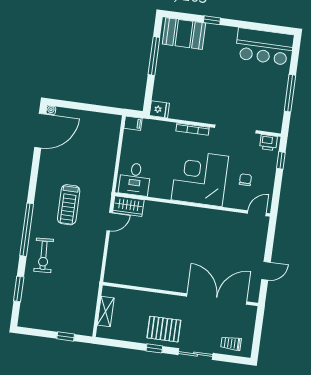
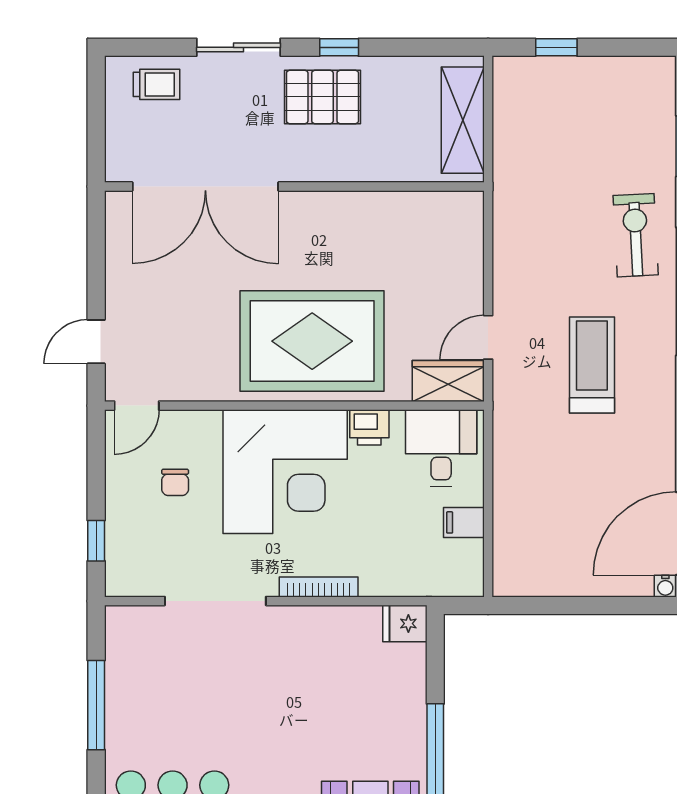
filing cabinet: (133, 123) -> (464, 522), moved
printer: (268, 143) -> (369, 427), moved, turned 180
rug: (182, 230) -> (312, 341), added
door: (266, 271) -> (96, 342), moved
shelving: (106, 312) -> (463, 120), width x1.50, depth x1.33

